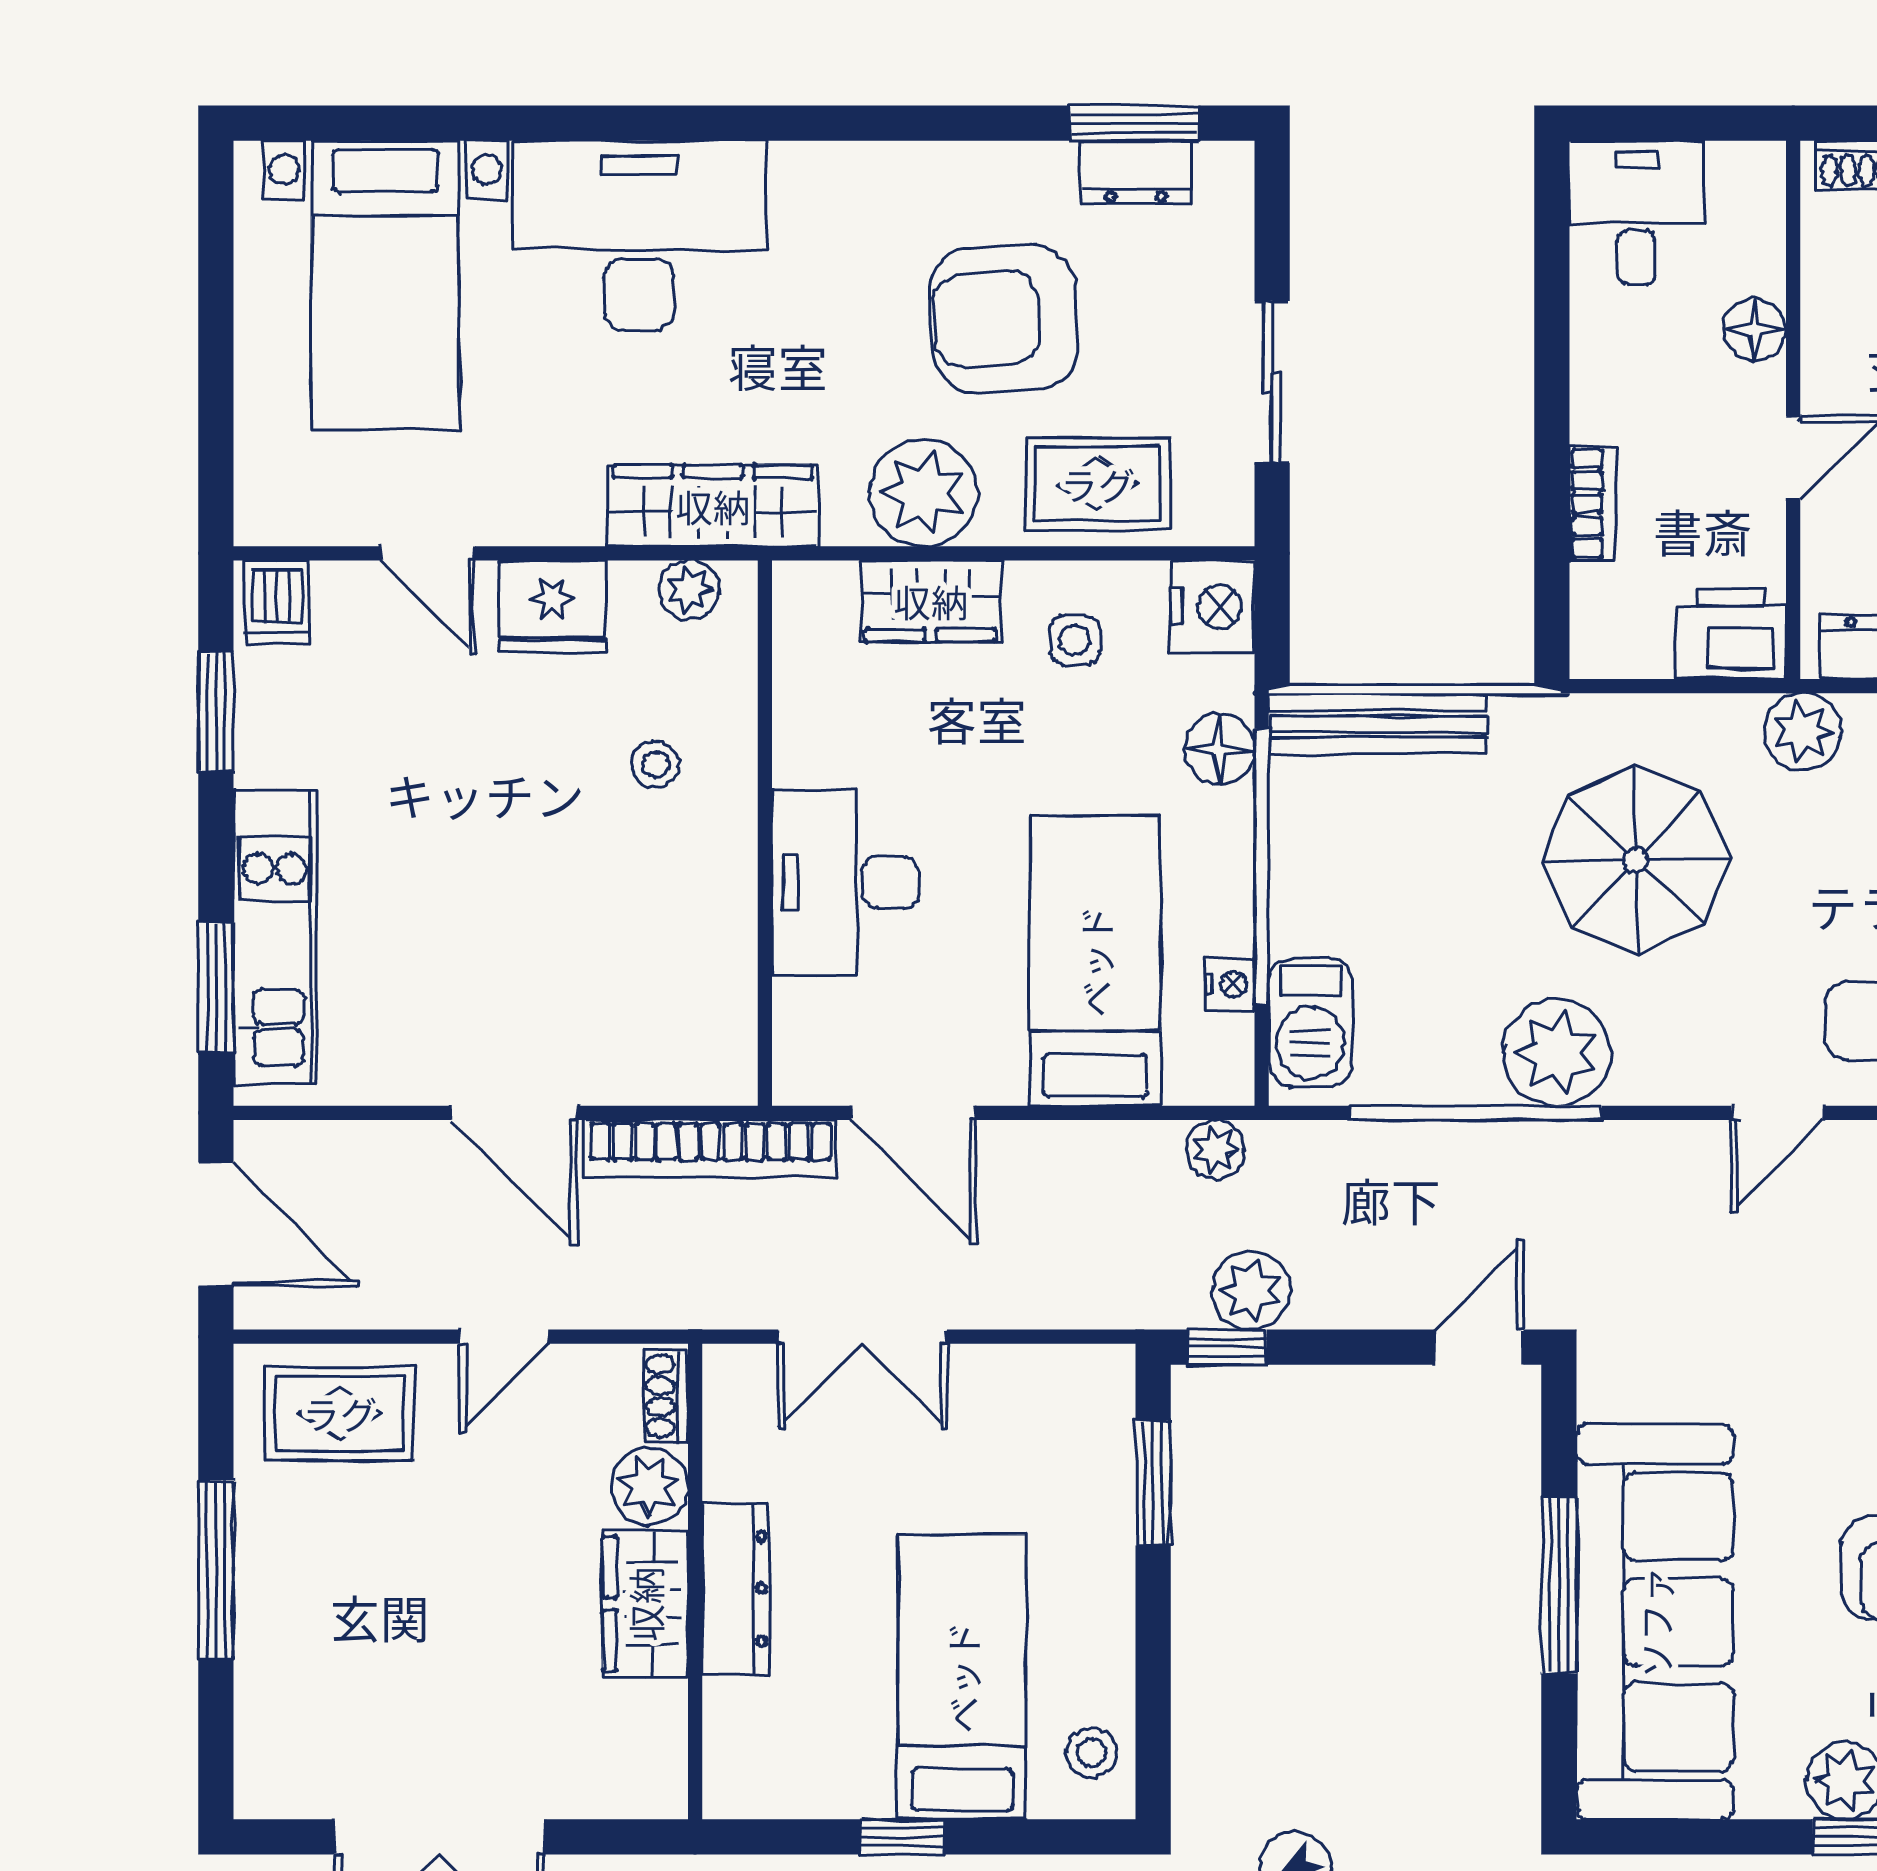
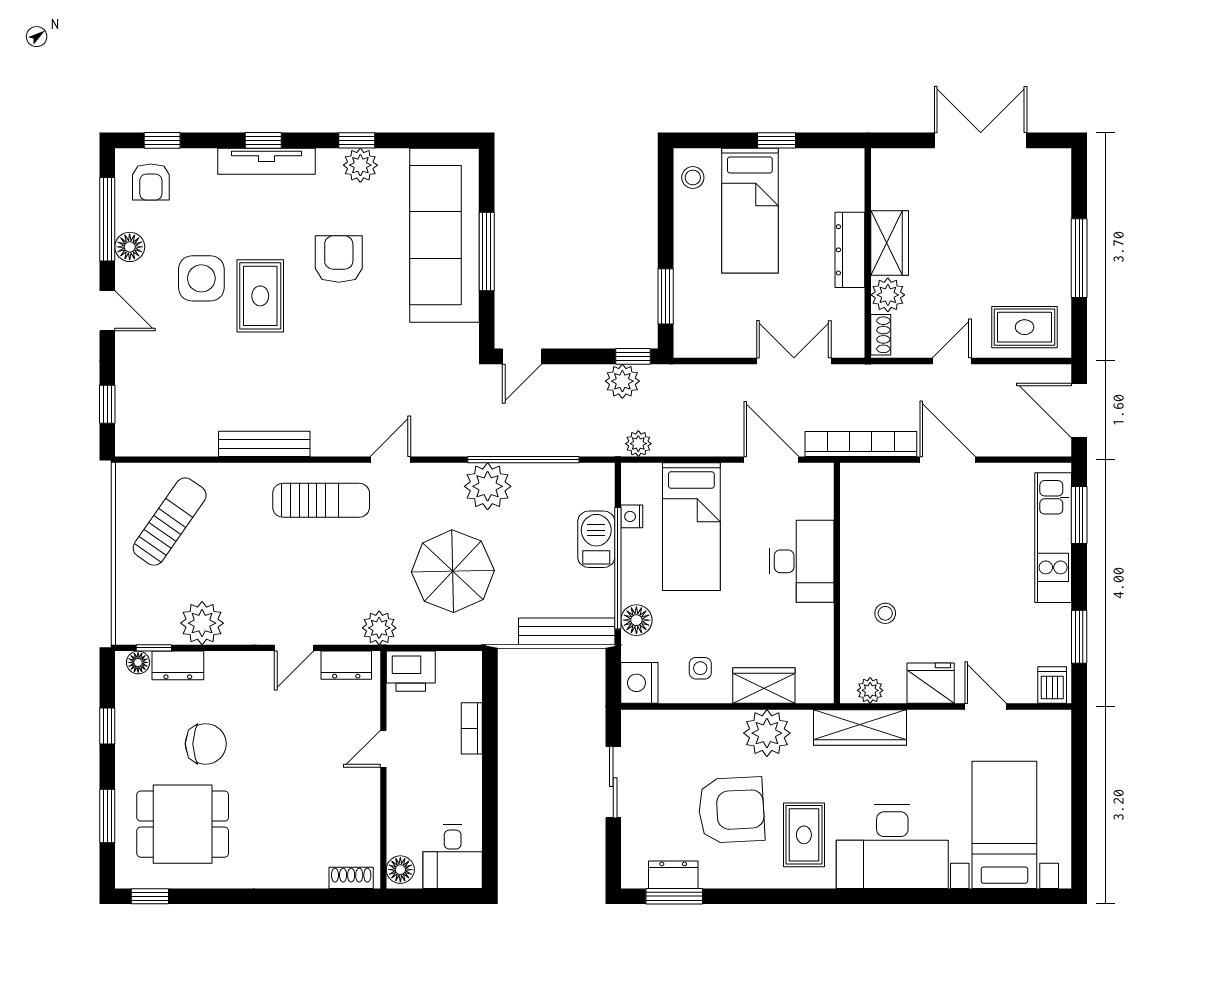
floor lamp: (1755, 329) -> (400, 870), moved
rug: (1098, 484) -> (804, 835), moved, turned 90
barbecue: (1311, 1023) -> (596, 539), moved

